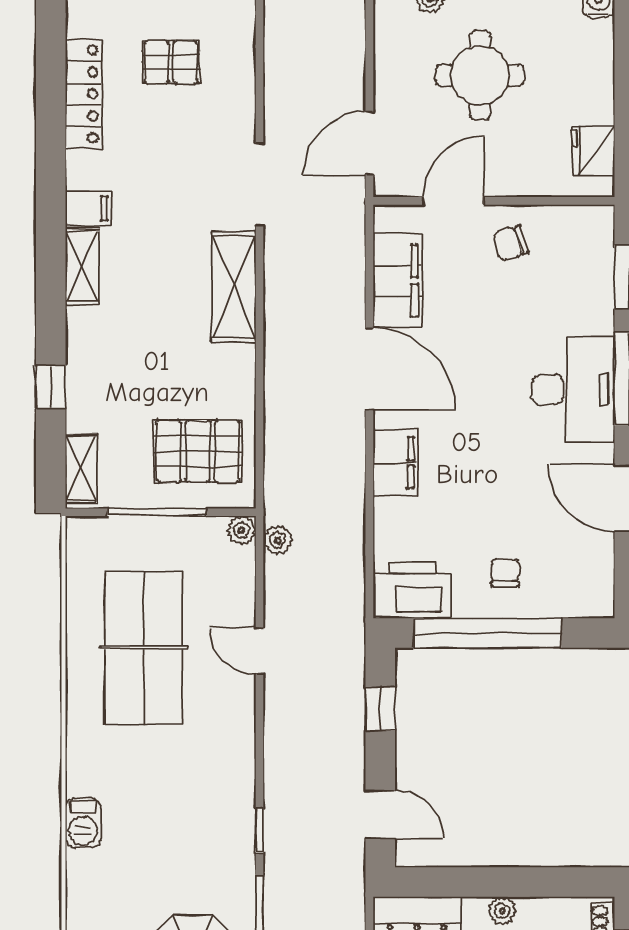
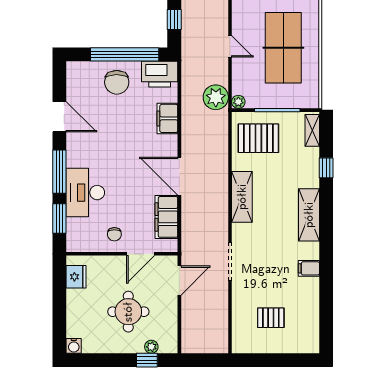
locker: (84, 94) -> (311, 303), removed
filing cabinet: (88, 208) -> (309, 268), moved
chair: (510, 243) -> (114, 234), turned 106
shelving: (82, 266) -> (309, 215), width x1.50, depth x1.33
shelving: (234, 287) -> (242, 197), moved
desk: (573, 389) -> (85, 193), moved
filing cabinet: (395, 463) -> (167, 118), moved
plant: (278, 540) -> (216, 97), width x1.88, depth x1.88
chair: (505, 573) -> (117, 82), width x1.87, depth x1.87

